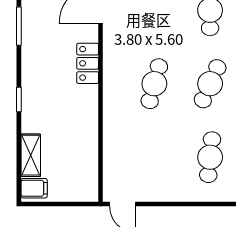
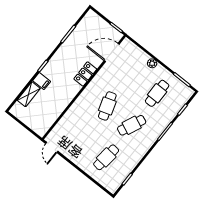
cafe table: (154, 84) -> (107, 106), turned -33
filing cabinet: (34, 188) -> (42, 81), moved

